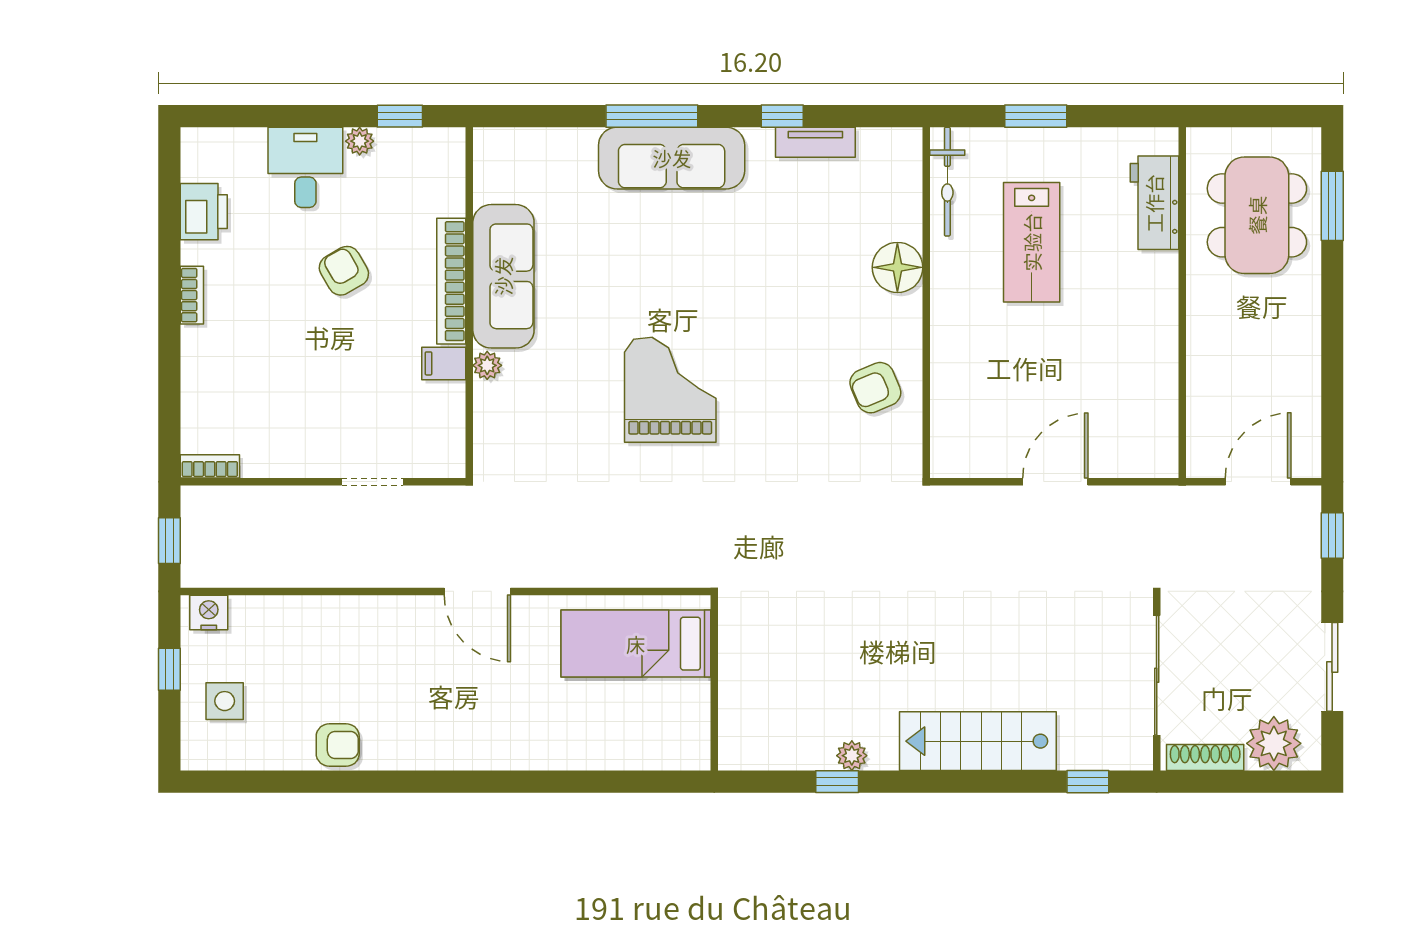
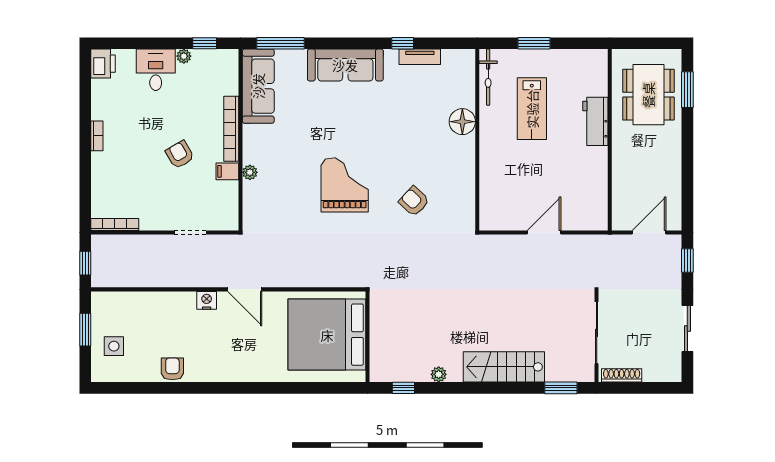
window: (652, 116) -> (281, 43), moved
workbench: (1154, 203) -> (595, 121), moved
printer: (204, 212) -> (103, 64), moved
armchair: (344, 271) -> (180, 155), moved
sofa: (503, 276) -> (258, 86), moved
armchair: (875, 388) -> (414, 201), moved, turned 66
bookcase: (210, 466) -> (115, 225), width x1.56
nightstand: (209, 612) -> (207, 300), moved
bed: (636, 644) -> (327, 335), width x2.04
window: (169, 669) -> (85, 330), width x1.50
plant: (1274, 743) -> (657, 368), removed
armchair: (338, 745) -> (172, 369), turned -90
window: (837, 782) -> (403, 388), moved
window: (1088, 782) -> (561, 388), width x1.50

